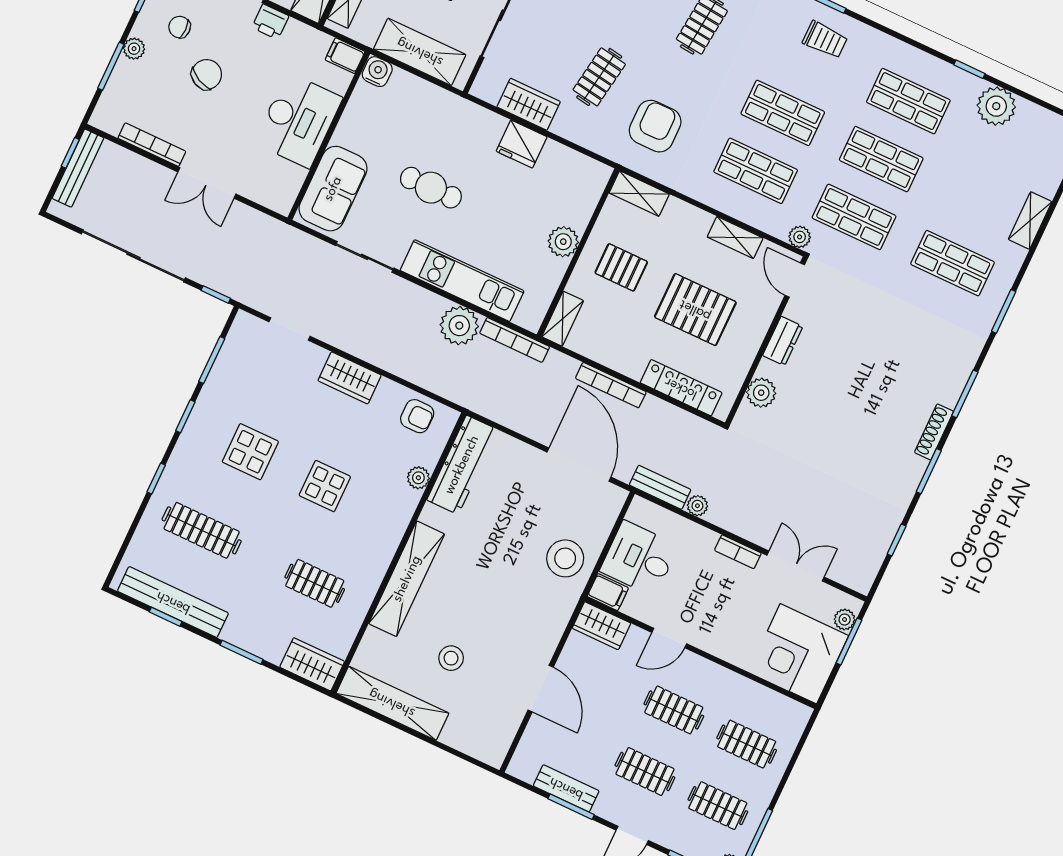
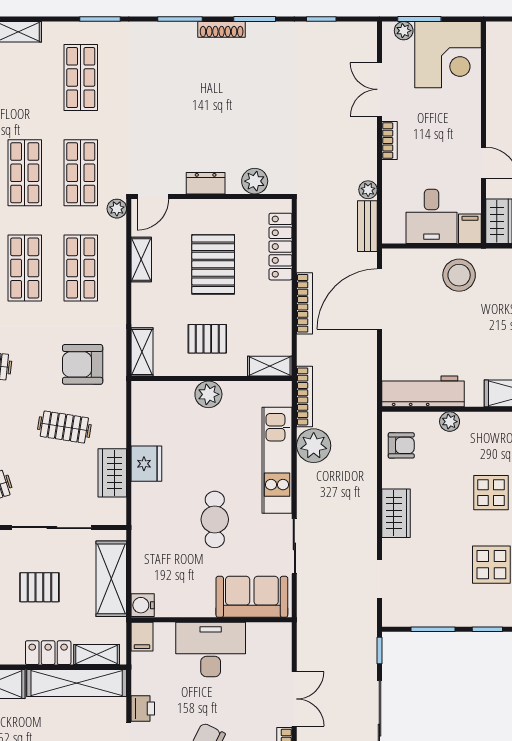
pallet: (621, 267) -> (207, 339), turned 90
armchair: (417, 416) -> (401, 445), turned 90

